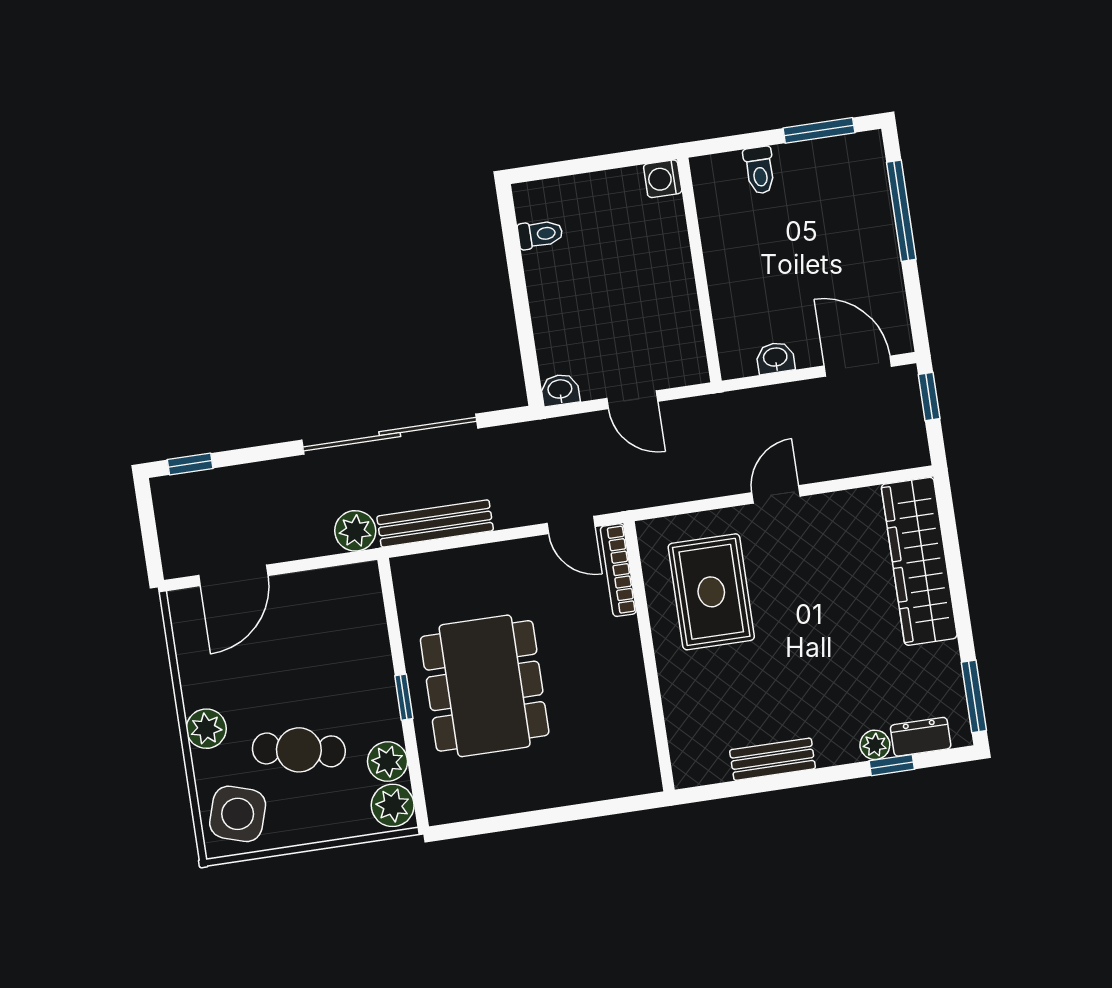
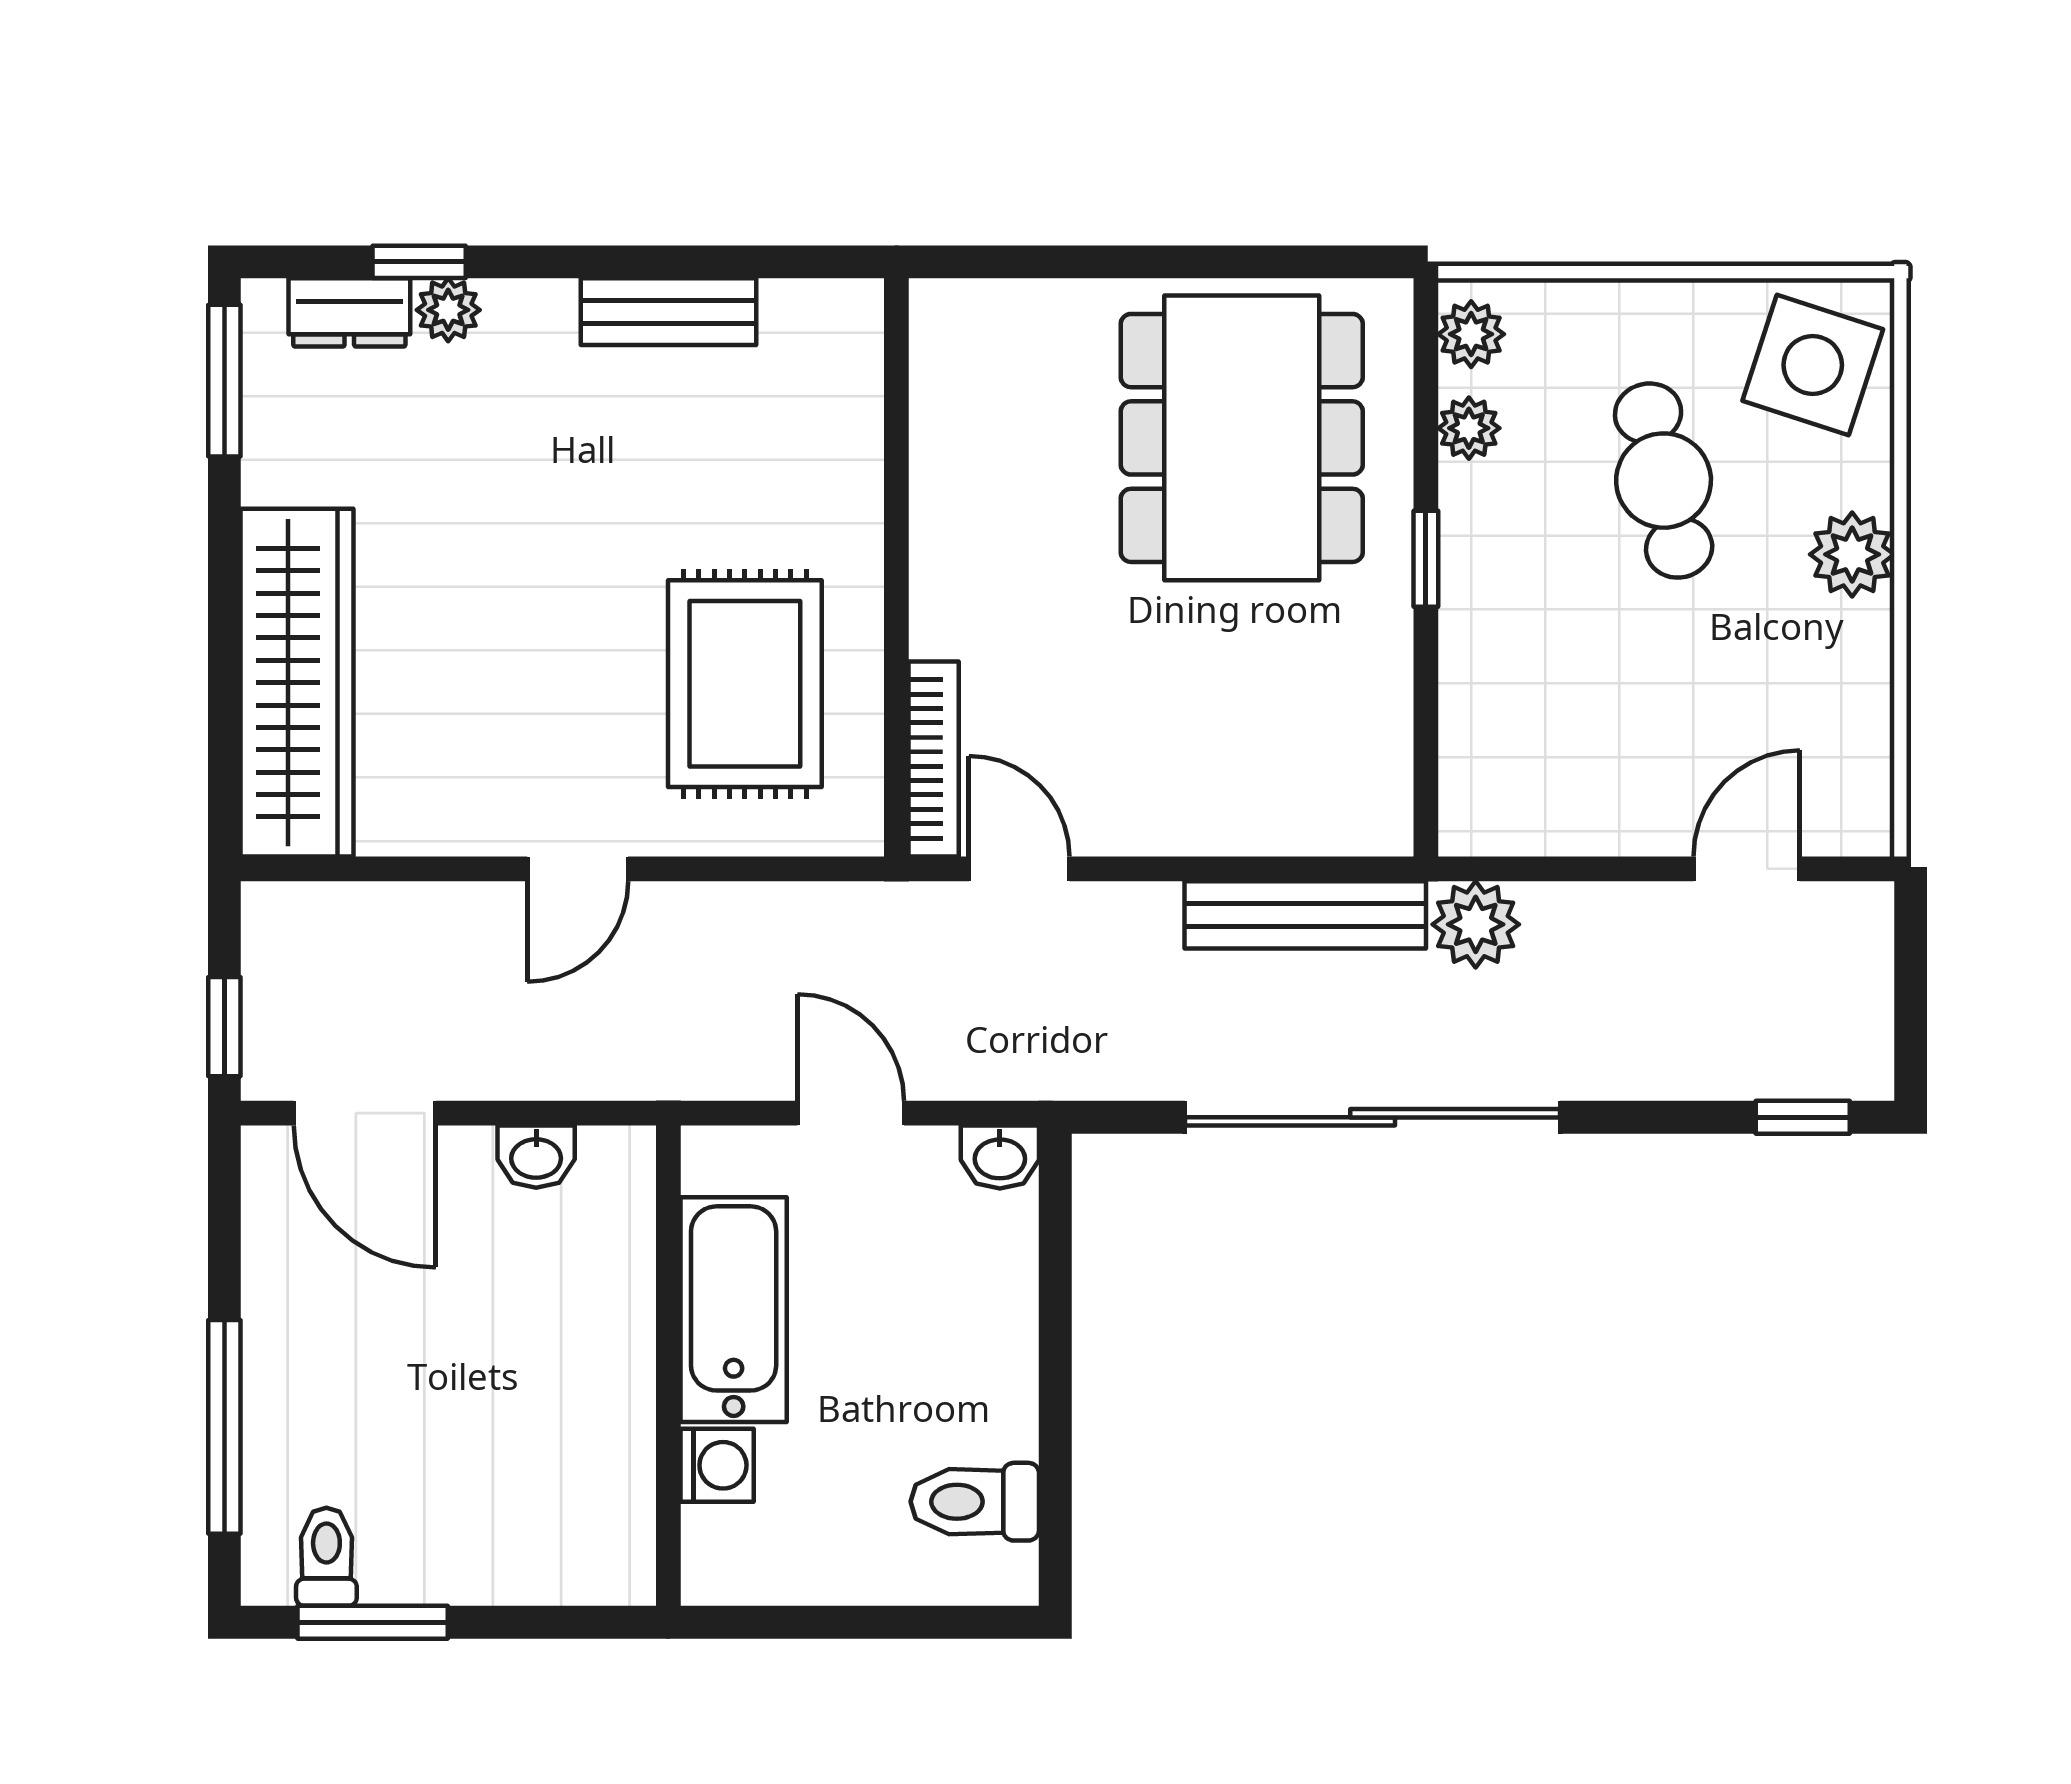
toilet: (760, 170) -> (326, 1557), moved
washing machine: (663, 179) -> (717, 1465), moved
toilet: (540, 234) -> (975, 1502), width x1.37, depth x1.39
bathtub: (673, 300) -> (734, 1310), added
door: (233, 575) -> (1747, 869), width x0.73
dining table: (485, 686) -> (1242, 438), moved
cafe table: (299, 750) -> (1664, 481), turned 66
plant: (388, 762) -> (1469, 428), width x0.73, depth x0.73
plant: (393, 805) -> (1471, 334), width x0.73, depth x0.73

